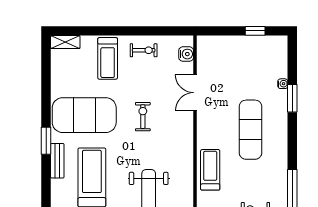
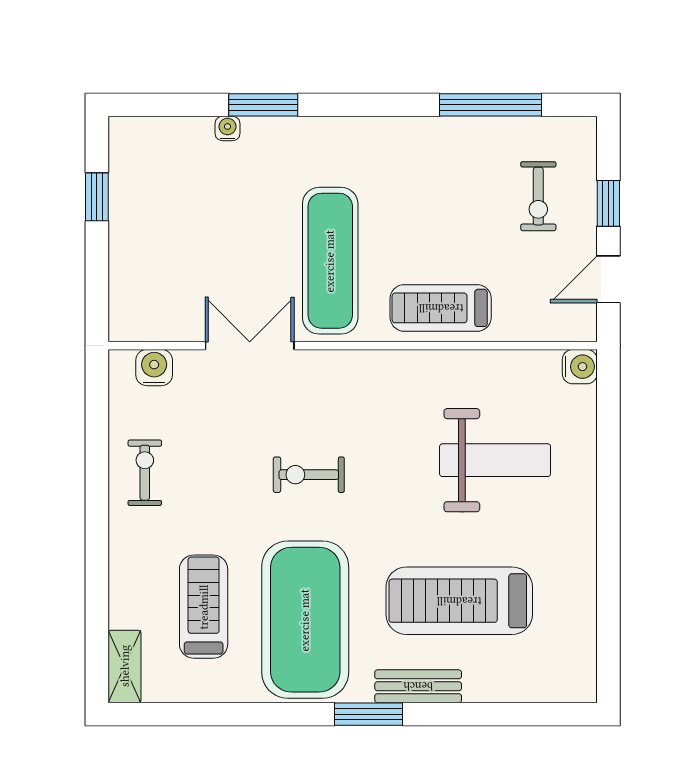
treadmill: (108, 58) -> (204, 607), moved, turned -90
double door: (195, 93) -> (250, 346), swing flipped
exercise mat: (251, 130) -> (330, 261), moved, turned 90

